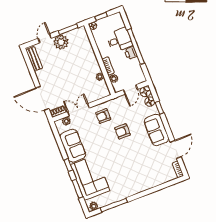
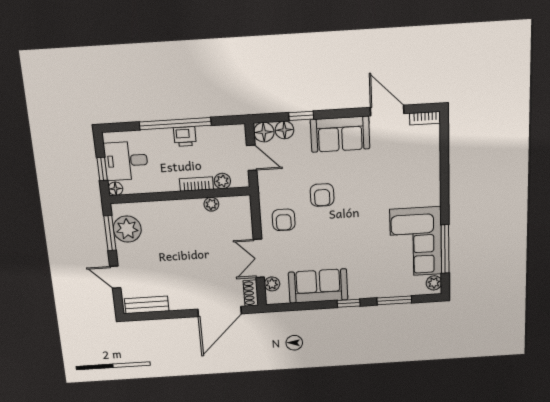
desk: (119, 40) -> (126, 161), moved, turned -90
plant: (61, 42) -> (127, 229), moved
corner sofa: (90, 178) -> (416, 242), moved, turned -90

